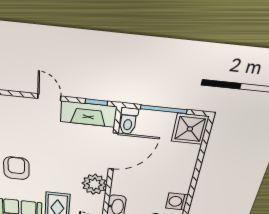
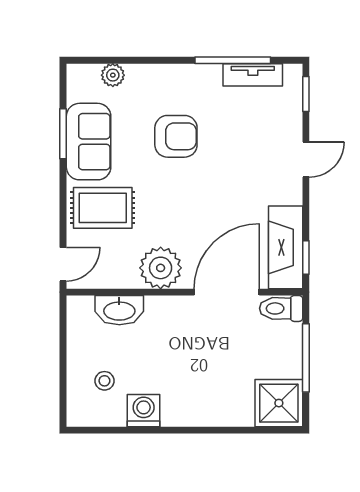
door: (49, 97) -> (306, 160), moved
door: (113, 151) -> (227, 292), swing flipped

